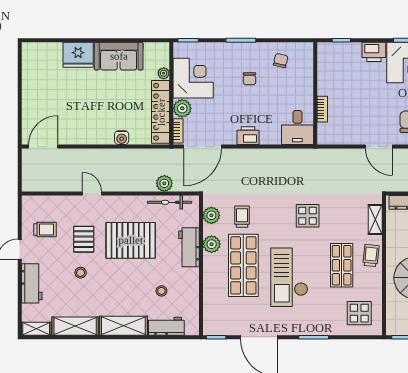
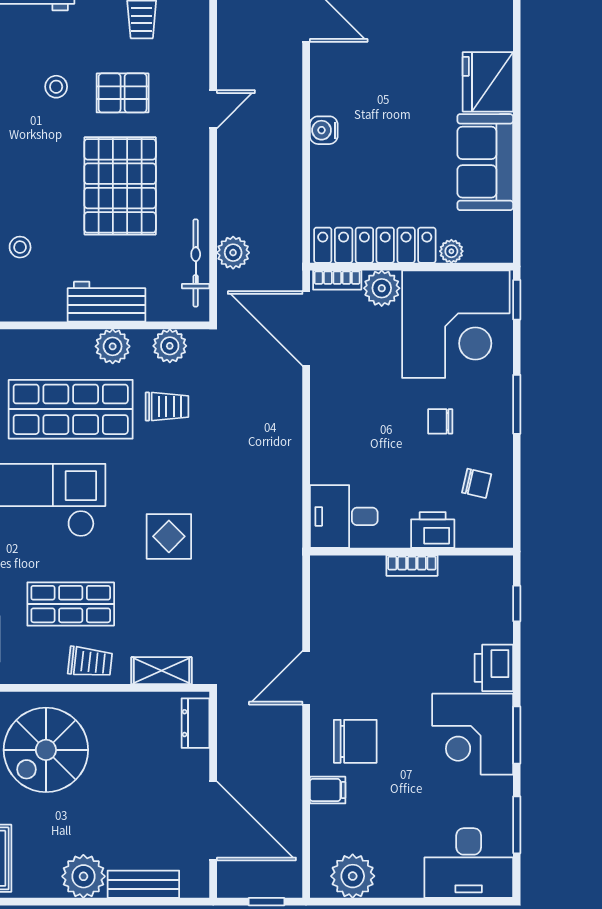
corner desk: (193, 78) -> (456, 324), width x1.36, depth x1.36
bookcase: (322, 109) -> (412, 566), moved
printer: (248, 136) -> (433, 530), moved, turned -90
water cooler: (122, 138) -> (324, 130), moved

